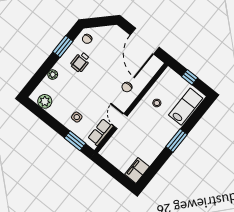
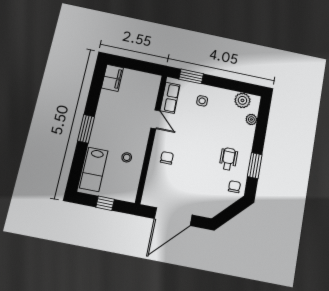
door: (145, 41) -> (173, 217), swing flipped
plant: (53, 75) -> (251, 119), moved

